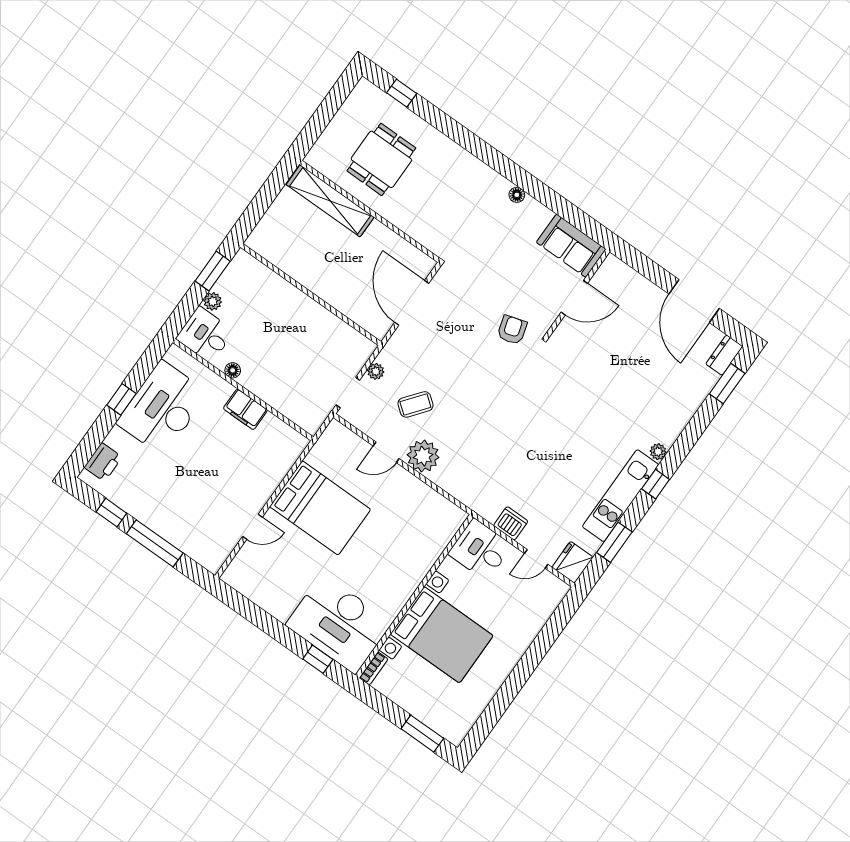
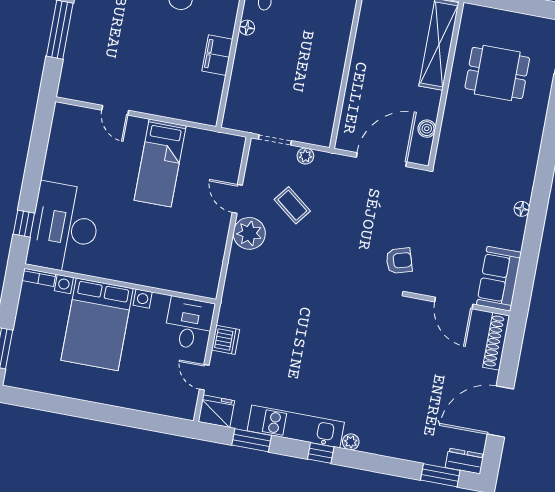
boiler: (402, 248) -> (427, 129), added
shoe rack: (628, 275) -> (496, 341), added
bed: (320, 508) -> (160, 163), width x0.67

